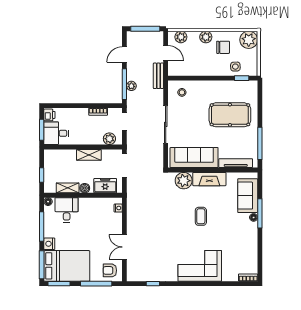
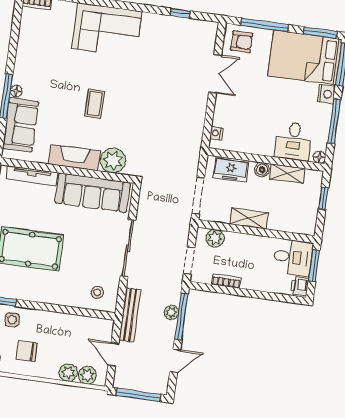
plant: (206, 37) -> (68, 373), moved
bench: (158, 76) -> (130, 315), width x1.36

